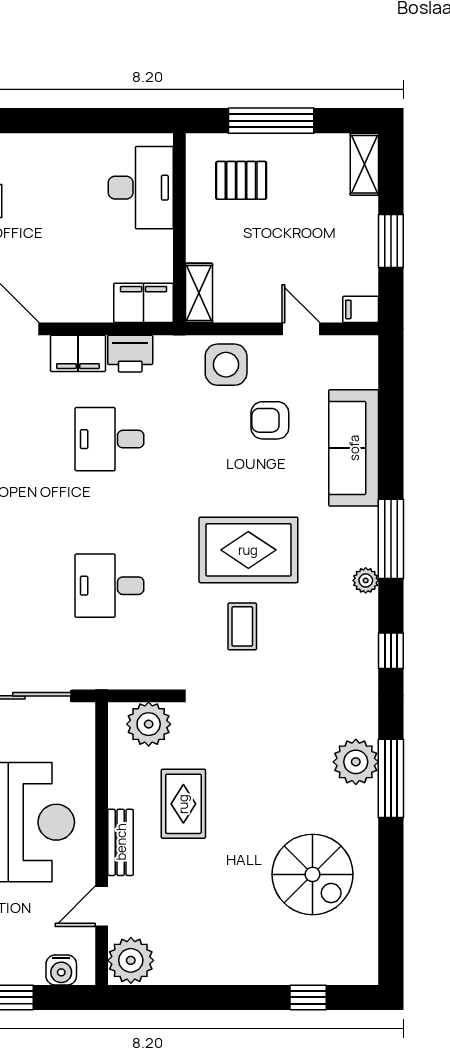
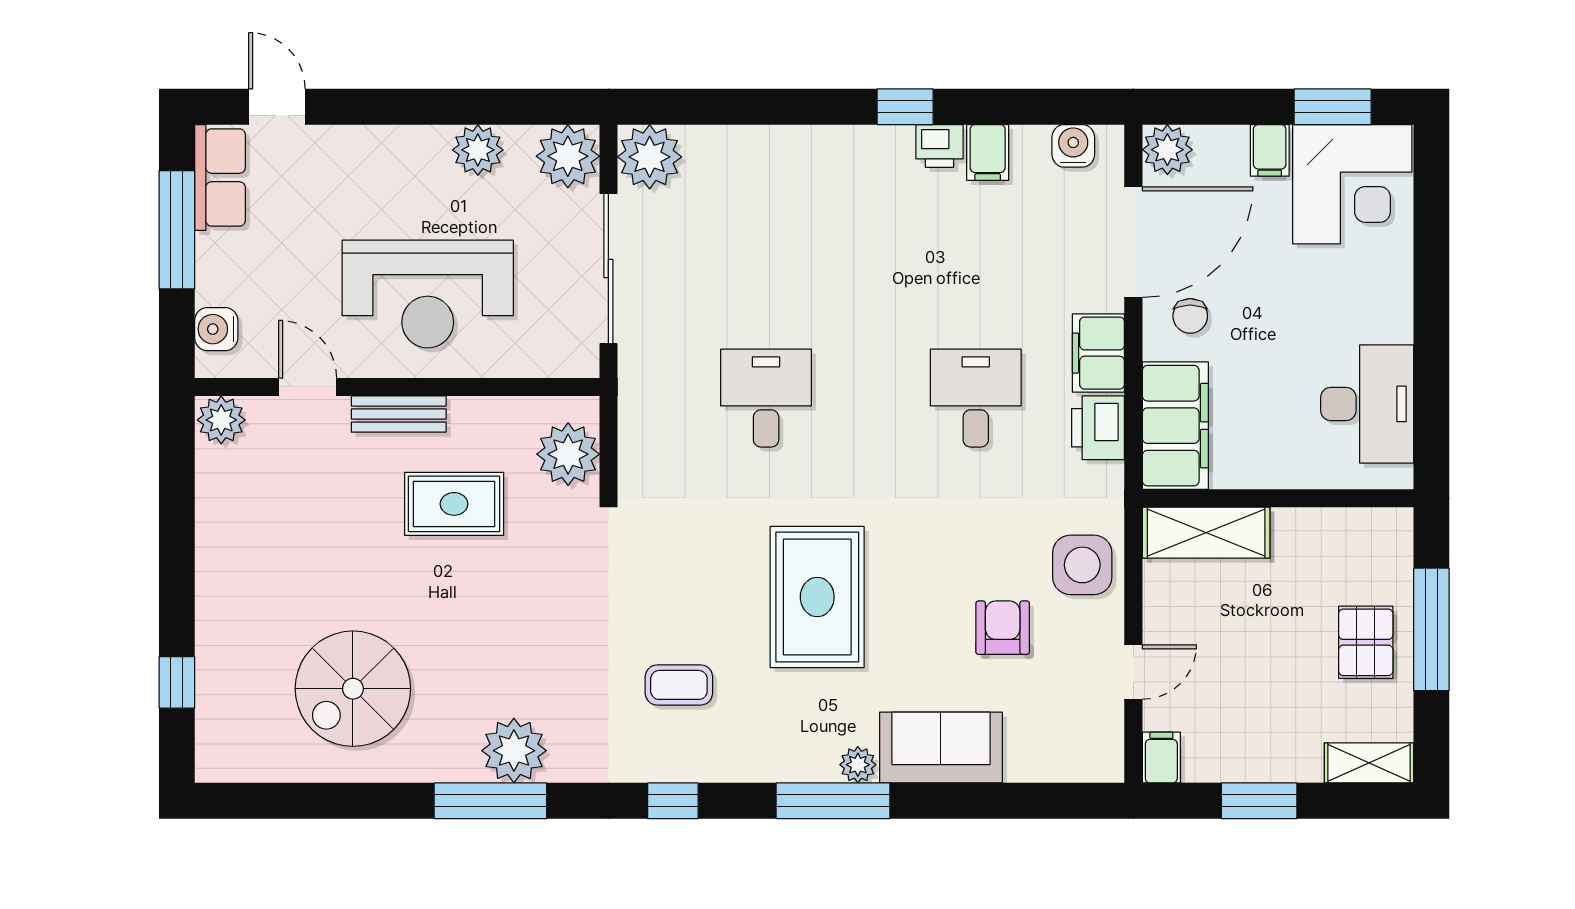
pallet: (241, 180) -> (1366, 642), moved
desk: (141, 188) -> (1367, 404), moved, turned -90
chair: (52, 289) -> (1190, 316), added
shelving: (199, 293) -> (1206, 533), width x1.50, depth x1.33
filing cabinet: (144, 303) -> (1175, 426), width x1.50, depth x1.17
sofa: (354, 448) -> (941, 748), width x0.73
plant: (366, 580) -> (858, 765), moved
coffee table: (242, 626) -> (679, 685), moved
plant: (131, 960) -> (221, 420), width x0.73, depth x0.73

